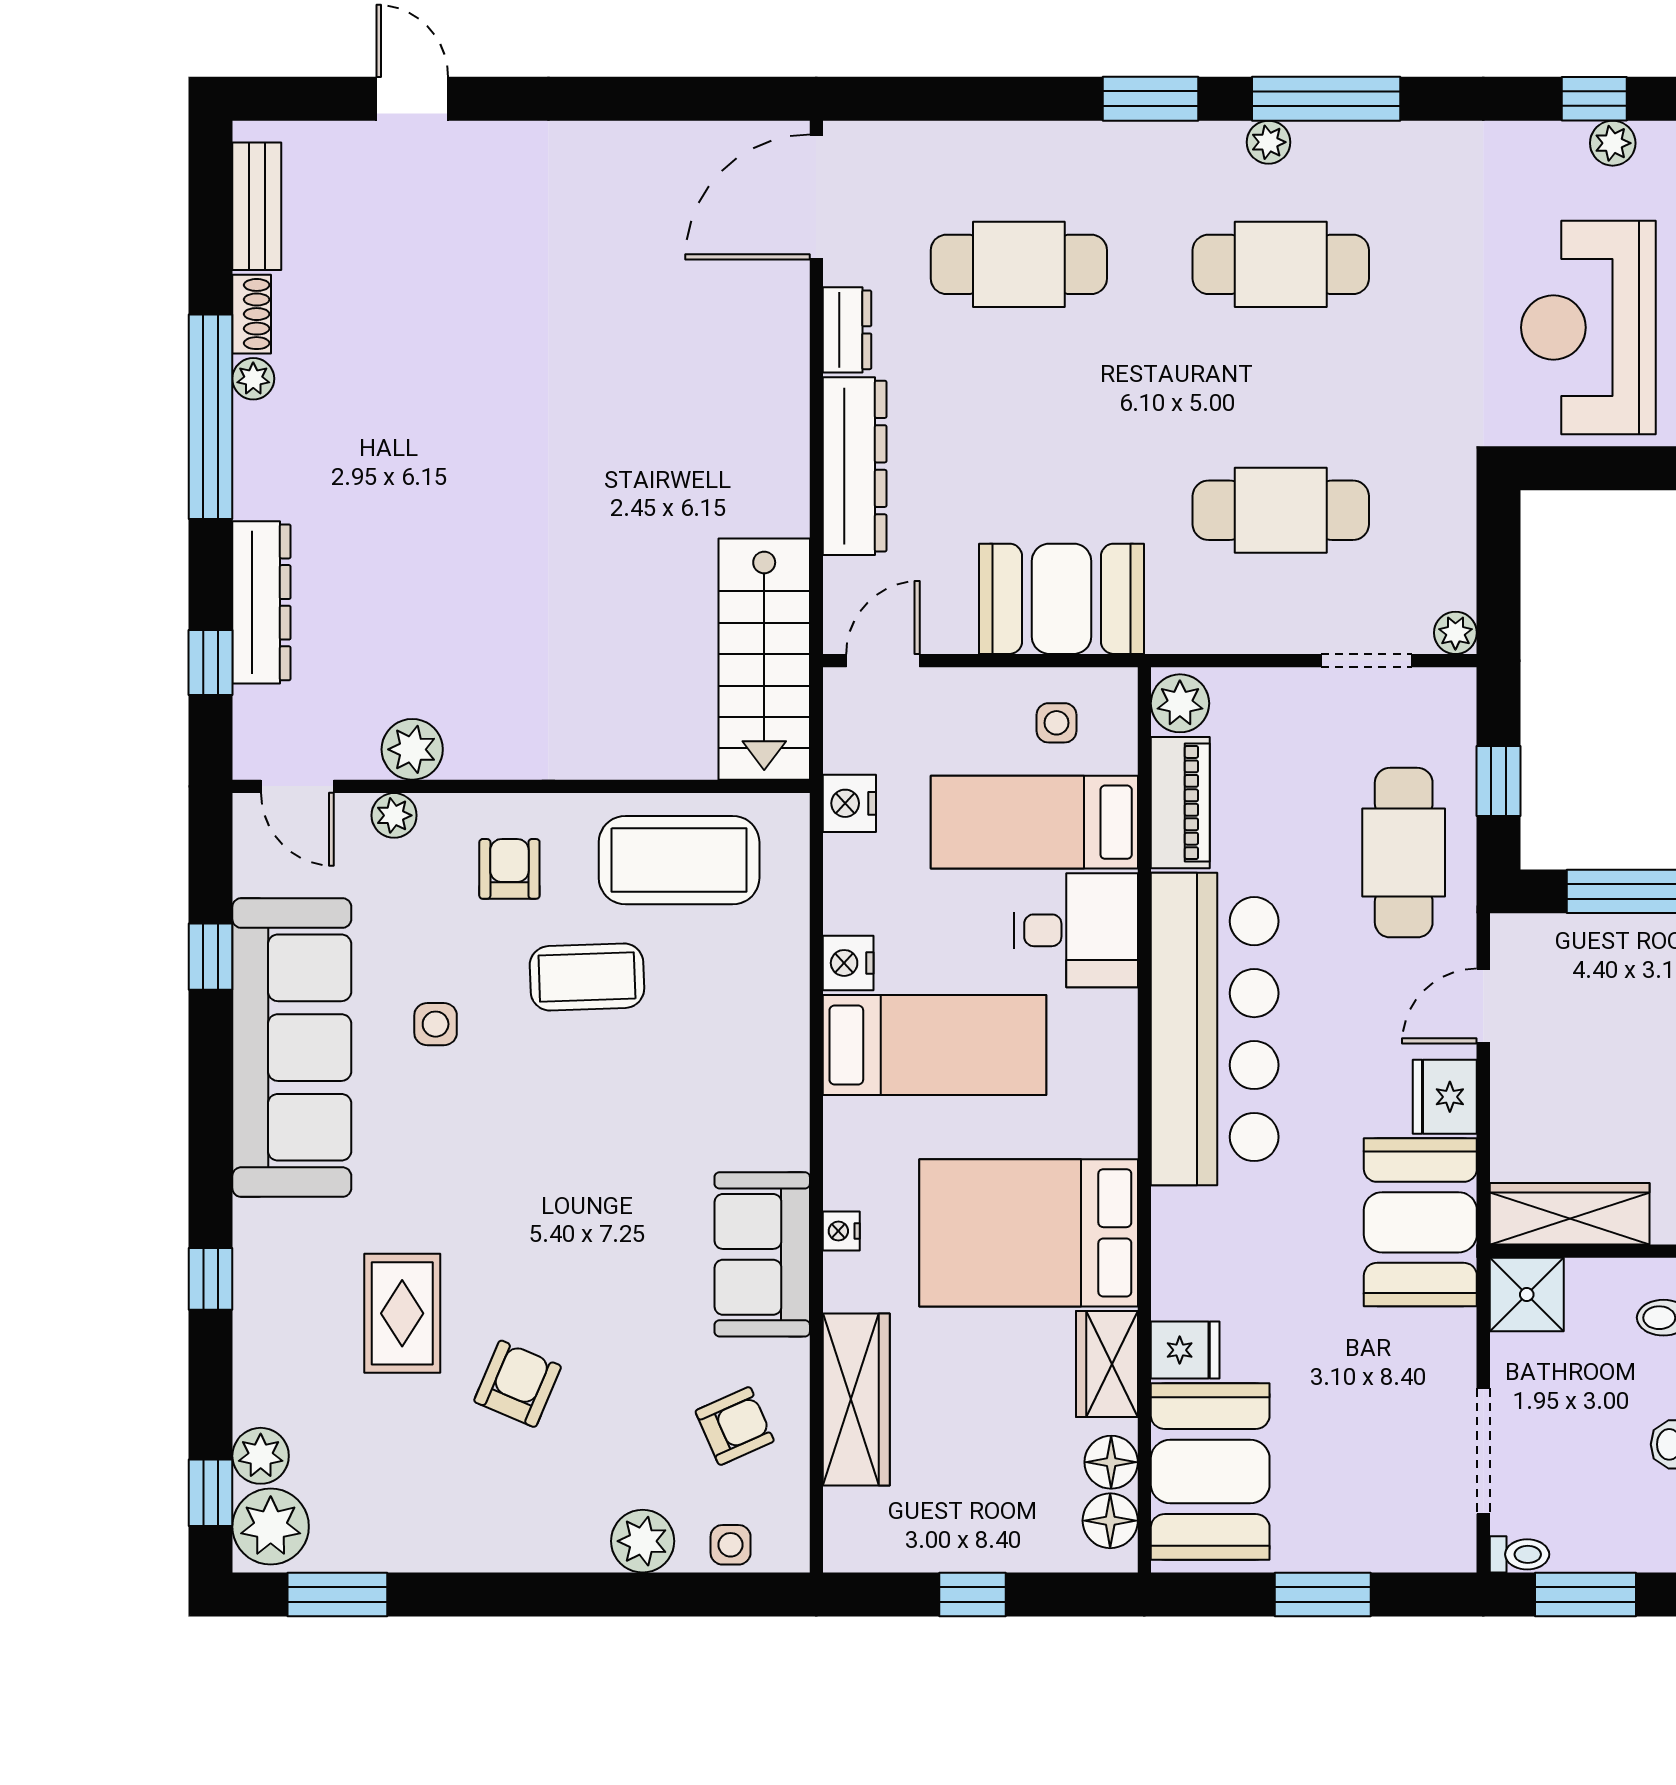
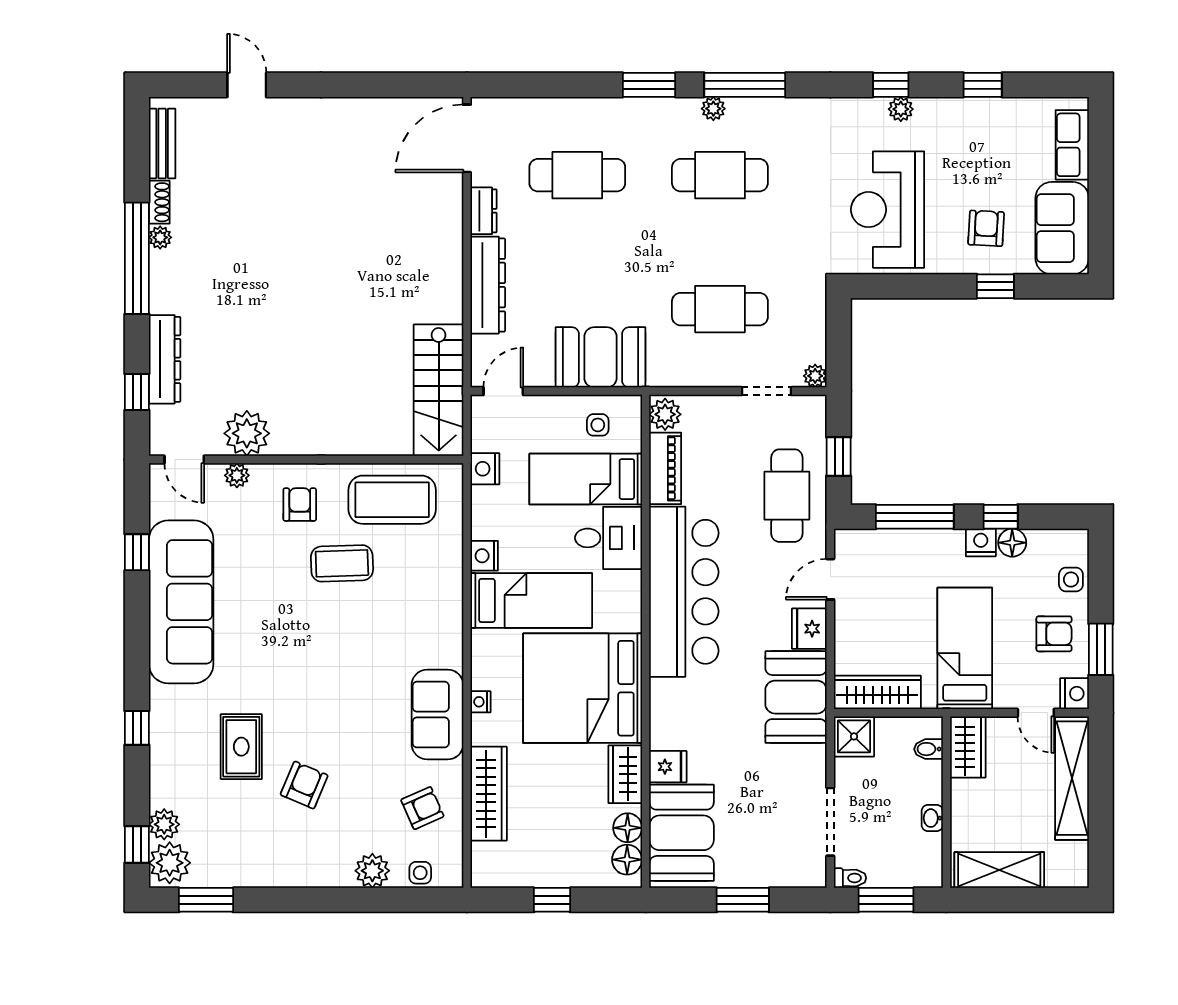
plant: (412, 749) -> (247, 433), width x1.36, depth x1.36
side table: (436, 1024) -> (259, 589), removed
bed: (1029, 1233) -> (583, 688), width x1.36

